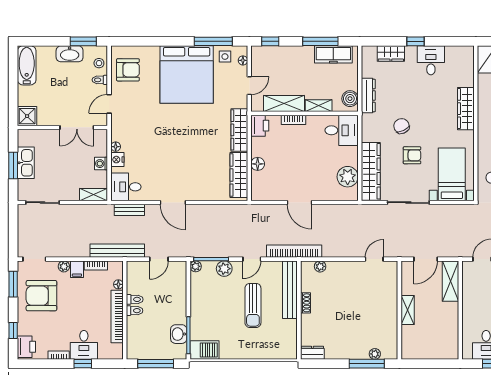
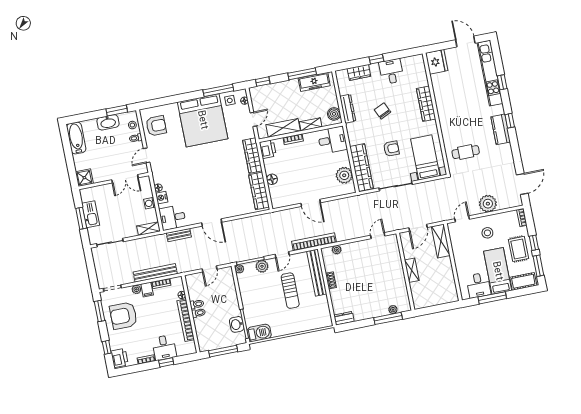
chair: (402, 126) -> (382, 111), moved
bench: (117, 251) -> (155, 273), moved

